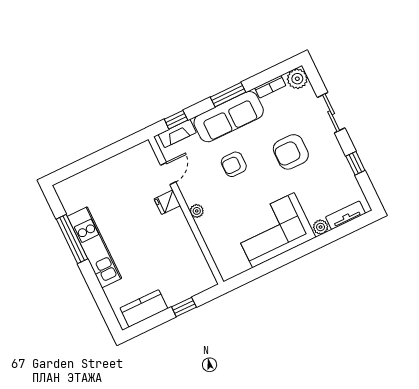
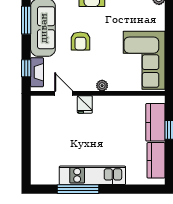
corner sofa: (273, 230) -> (144, 60), moved
kitchen counter: (185, 288) -> (155, 122), added

